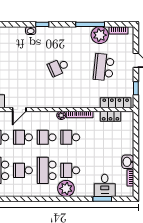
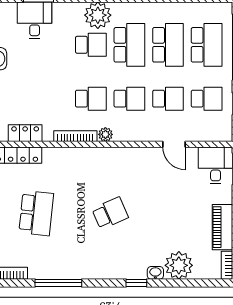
plant: (100, 35) -> (179, 265), moved
door: (19, 109) -> (174, 144), swing flipped
school desk: (23, 170) -> (168, 45), width x1.85

